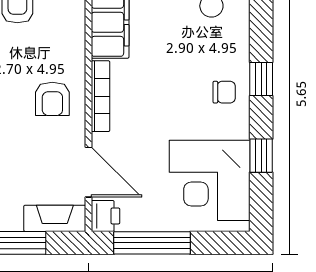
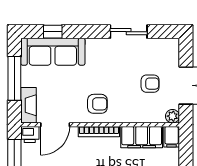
armchair: (52, 99) -> (97, 104), turned 180

